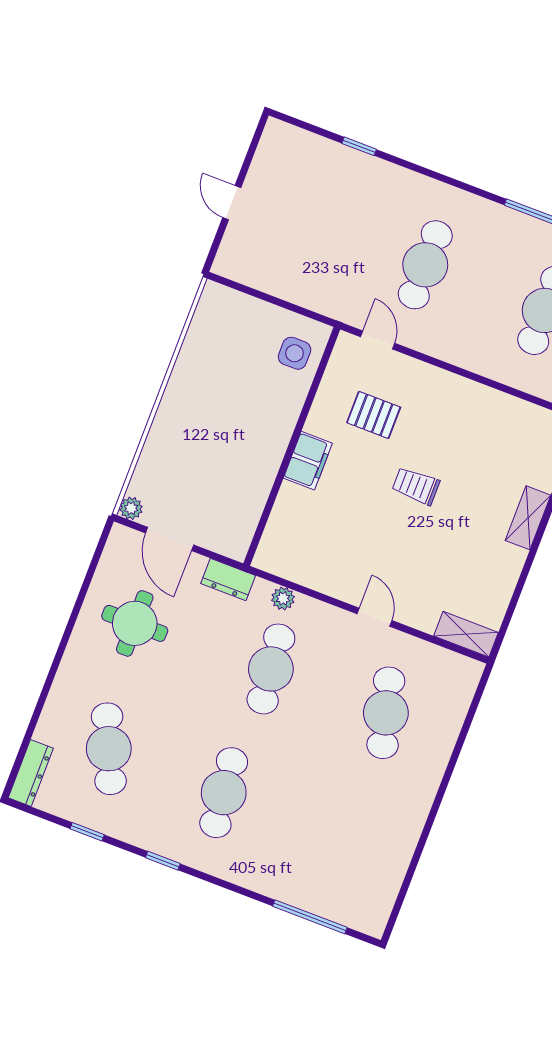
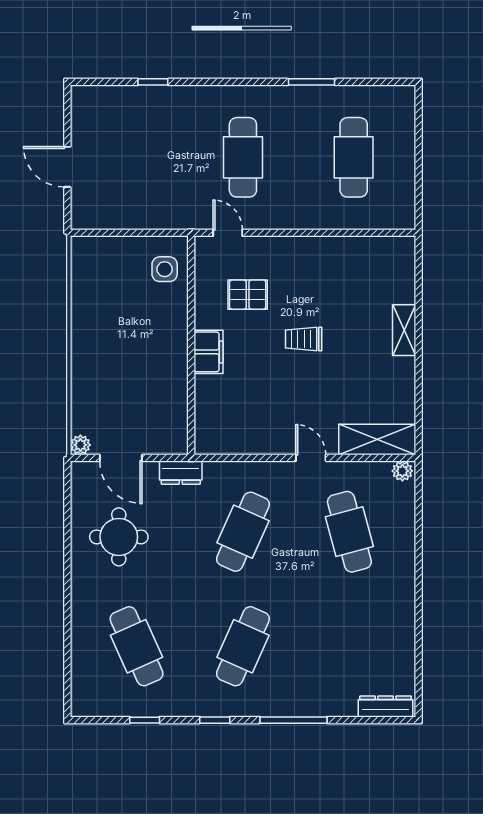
door: (232, 203) -> (67, 167), width x1.38
plant: (283, 598) -> (402, 471), moved
shelving: (466, 634) -> (377, 440), width x1.50, depth x1.33
cafe table: (271, 669) -> (243, 532), turned 30
dresser: (31, 773) -> (386, 706), moved, turned -90
cafe table: (224, 793) -> (243, 646), turned 30
window: (310, 917) -> (294, 720), moved

